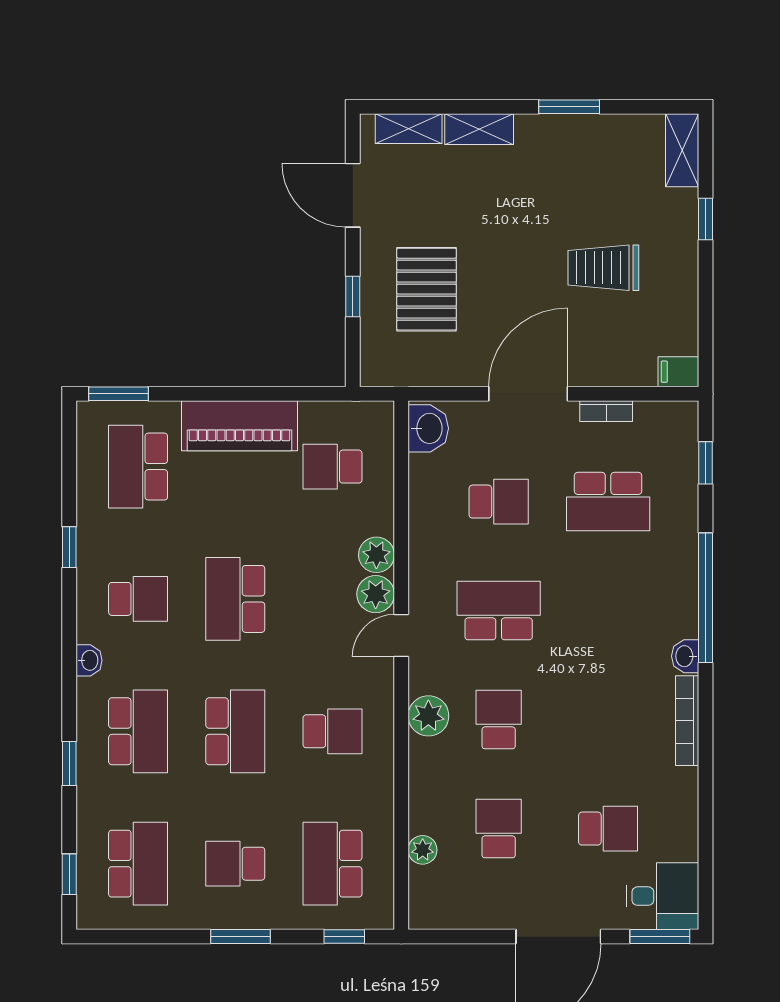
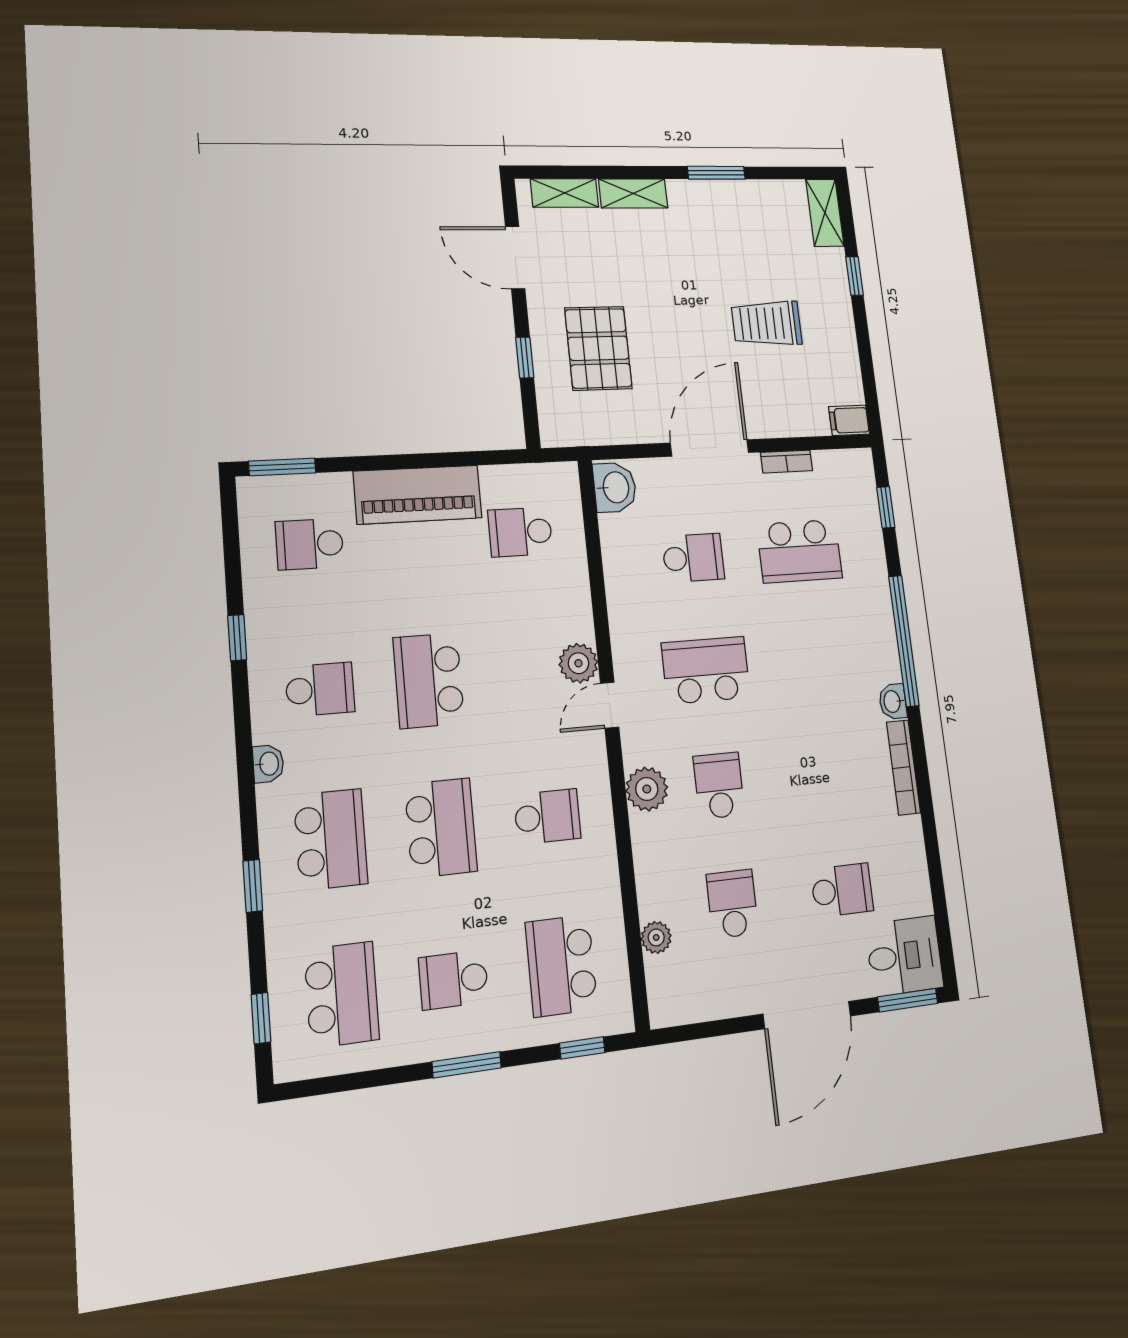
school desk: (138, 467) -> (310, 544), width x0.54
plant: (376, 555) -> (575, 621), removed

